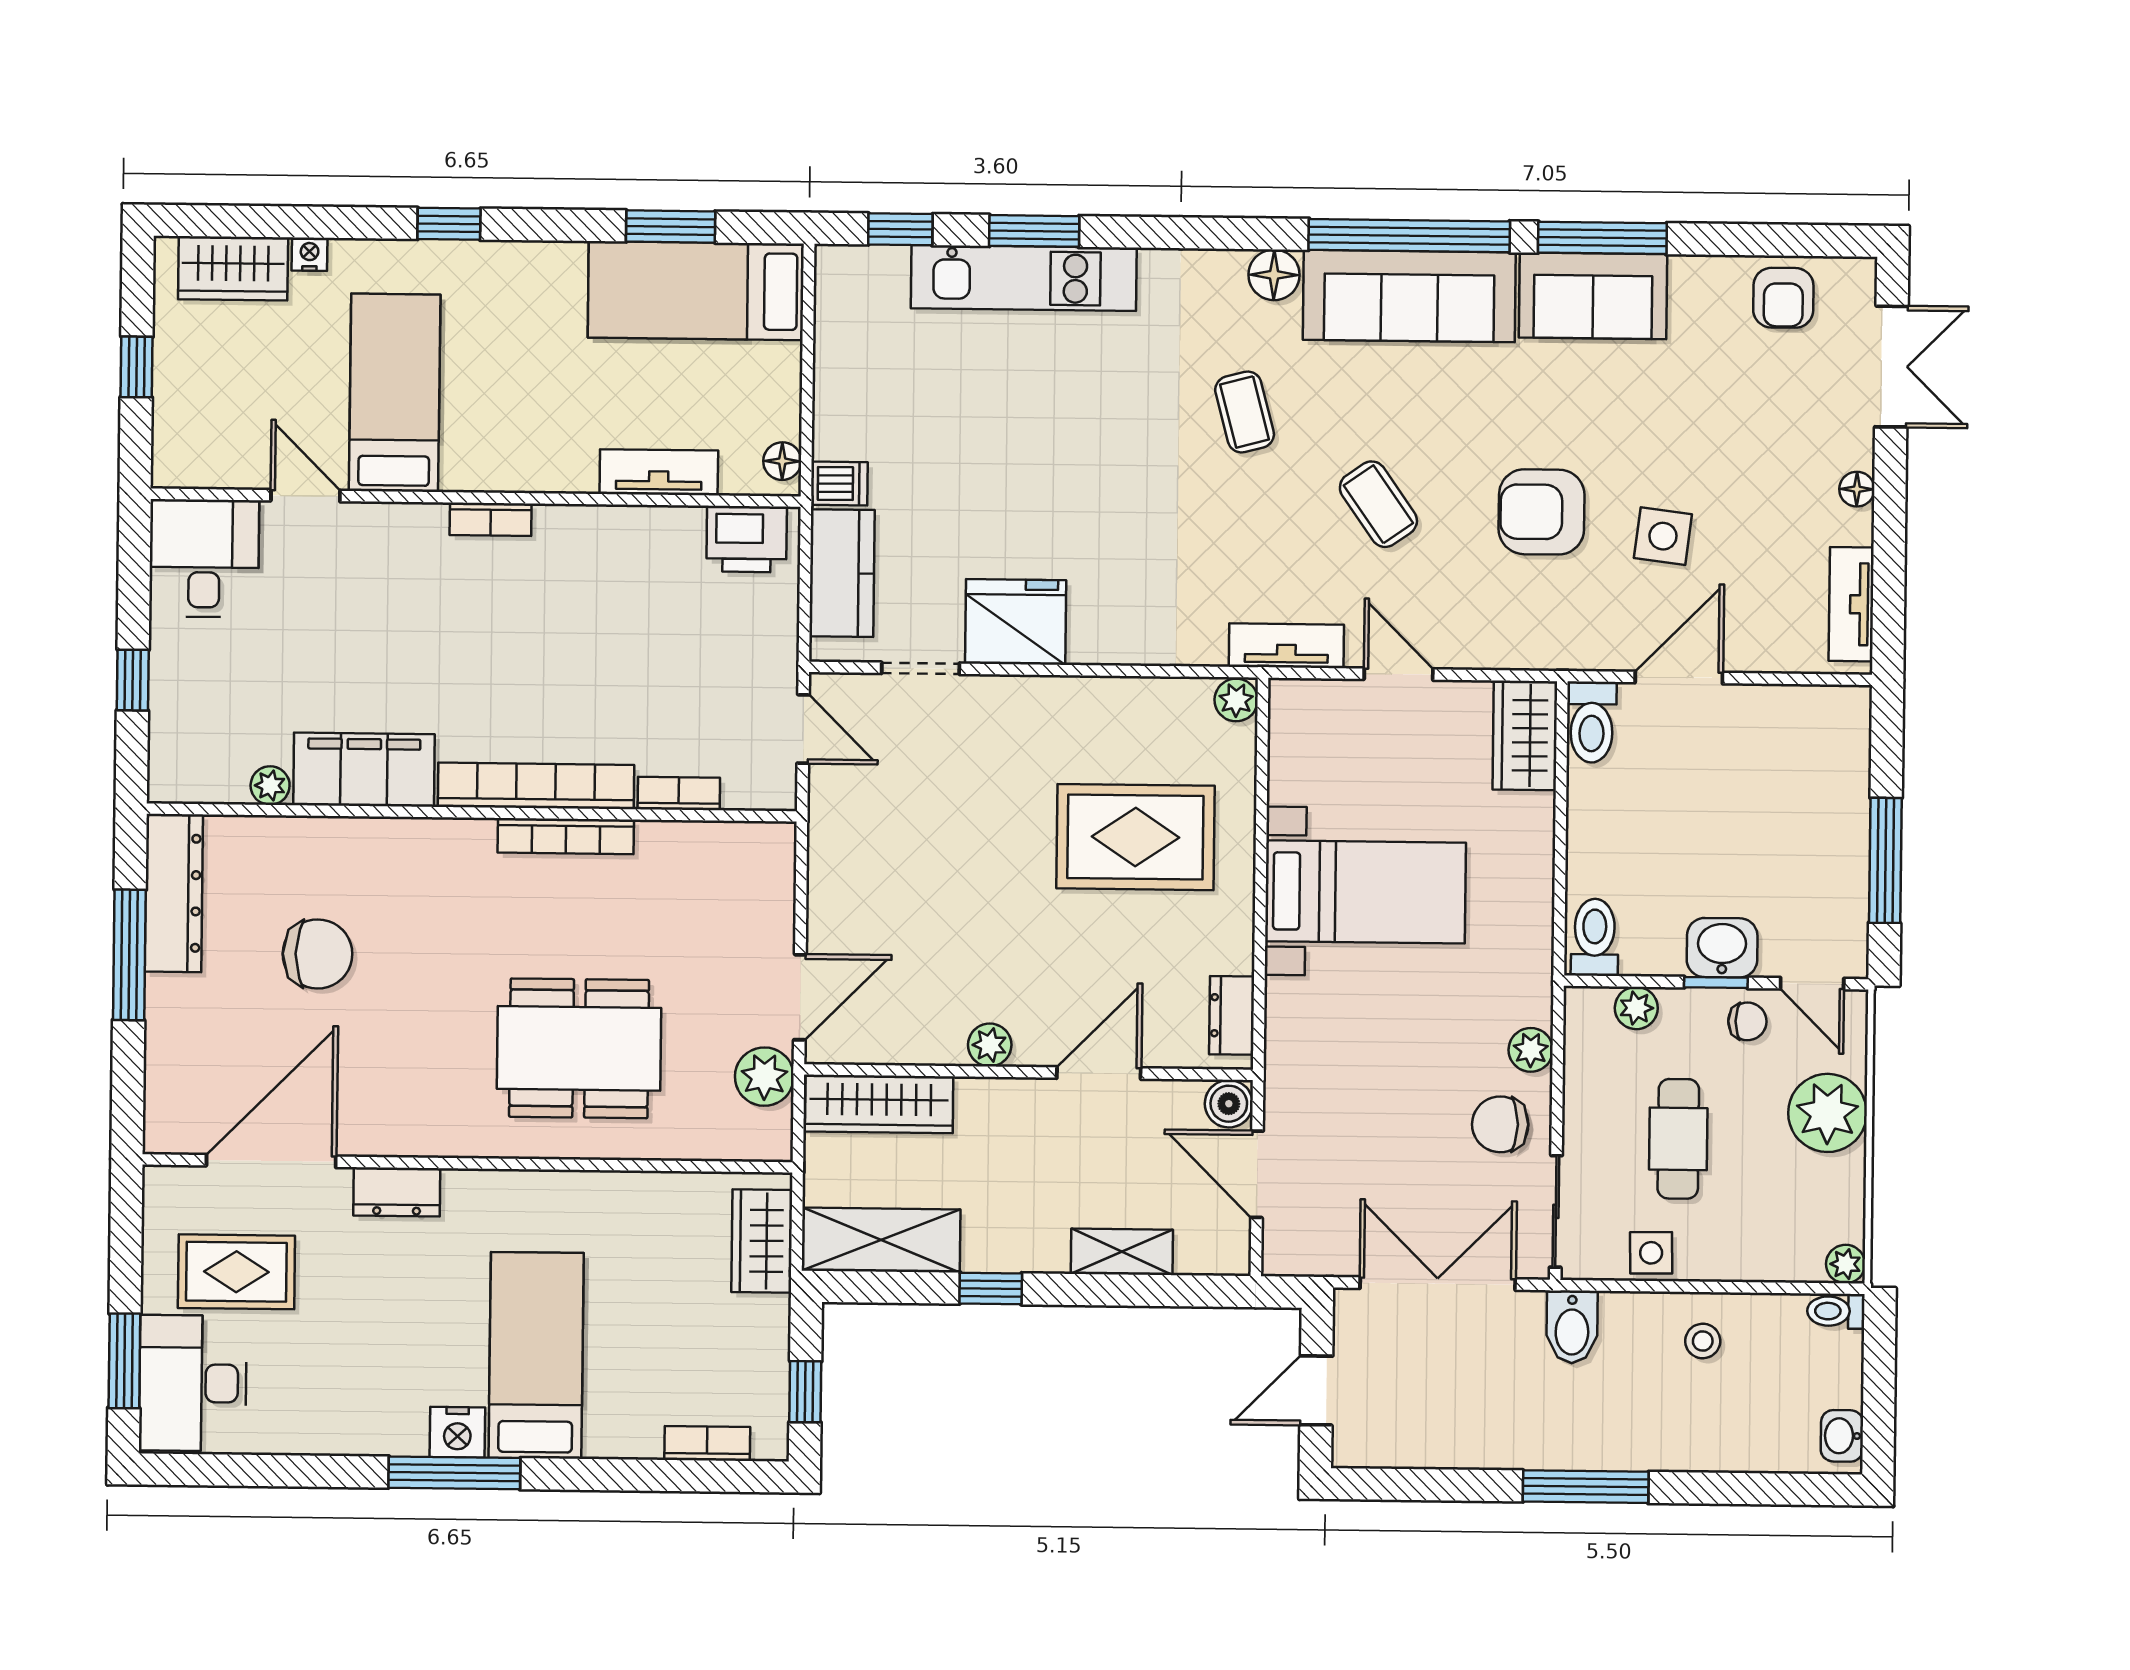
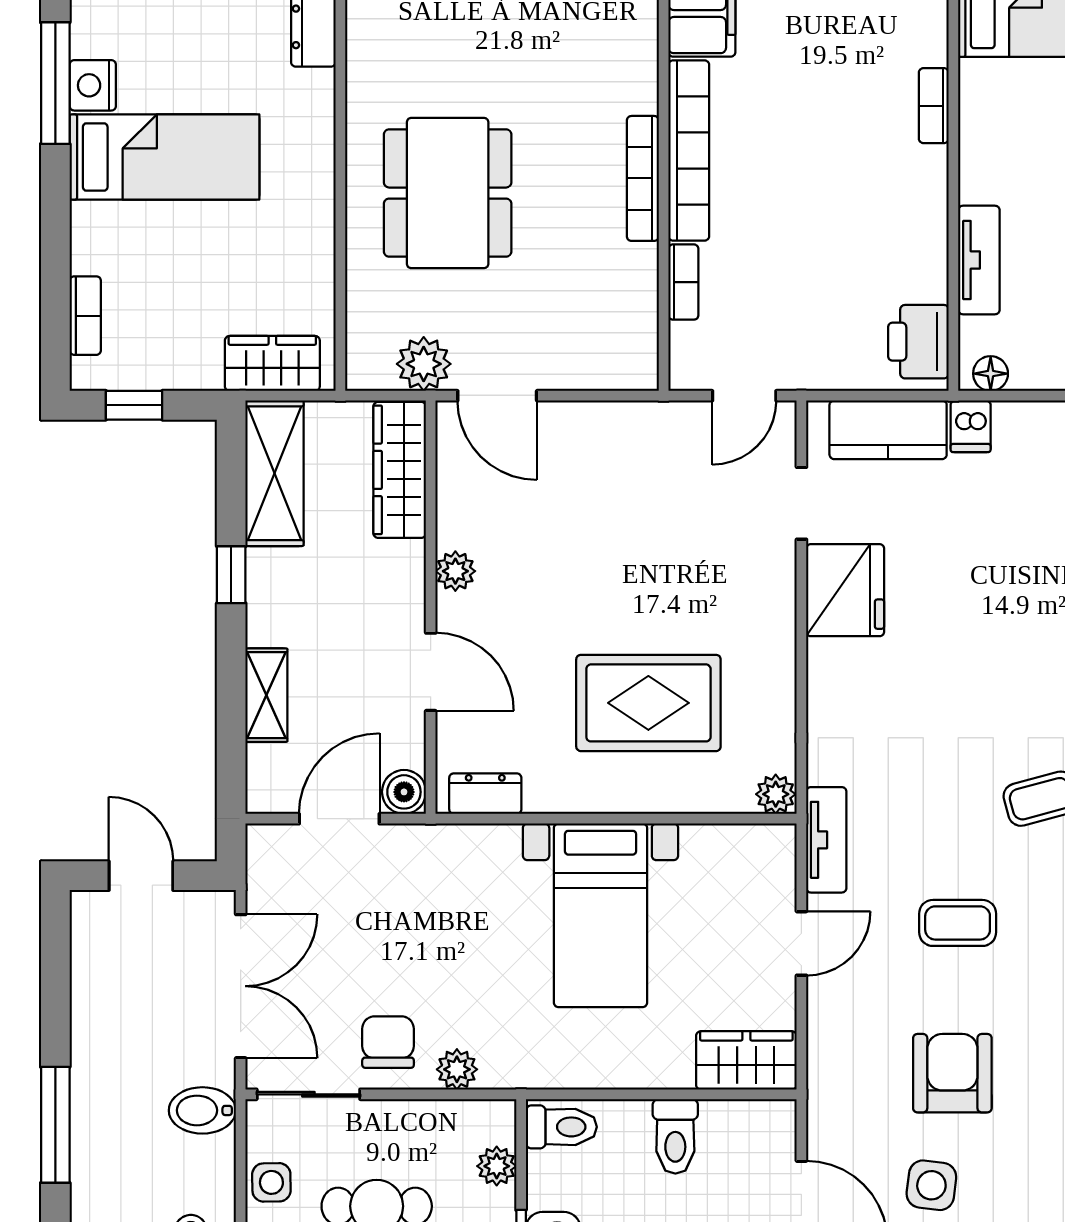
coffee table: (1378, 504) -> (958, 923), turned 35
toilet: (1592, 722) -> (675, 1136), moved, turned -90
rug: (1135, 837) -> (648, 703), turned 90

